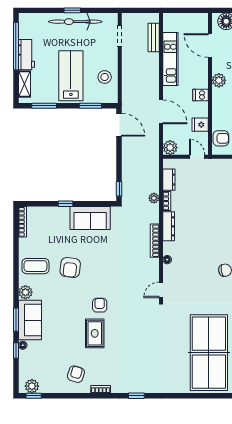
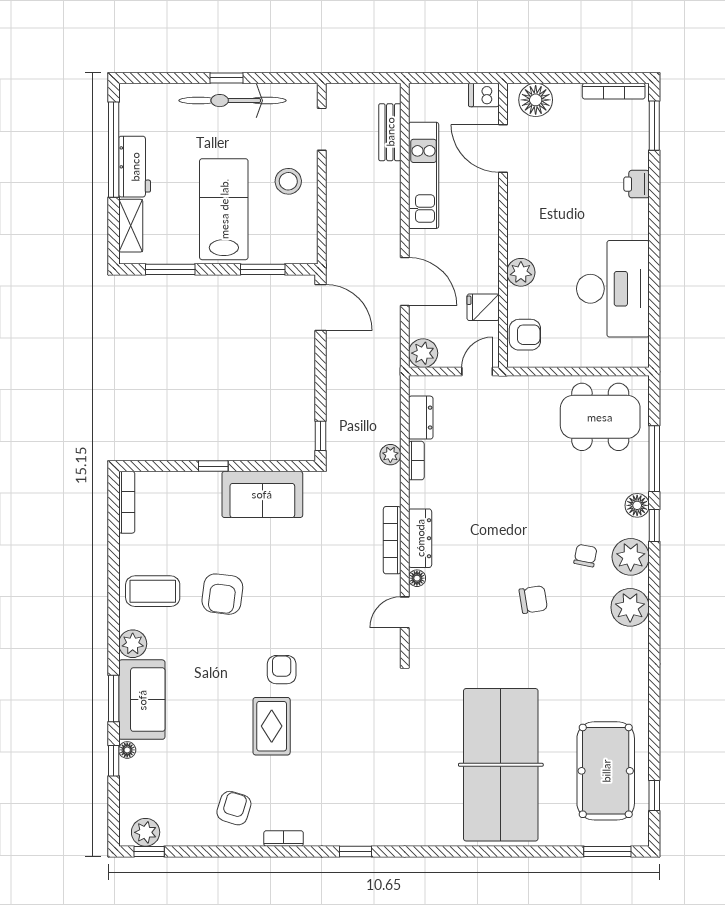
stool: (105, 77) -> (288, 181), moved
plant: (219, 80) -> (521, 272), moved
dishwasher: (200, 95) -> (484, 95), moved
door: (197, 157) -> (477, 372), hinge flipped
dresser: (169, 226) -> (420, 538), moved
door: (161, 290) -> (405, 612), moved

